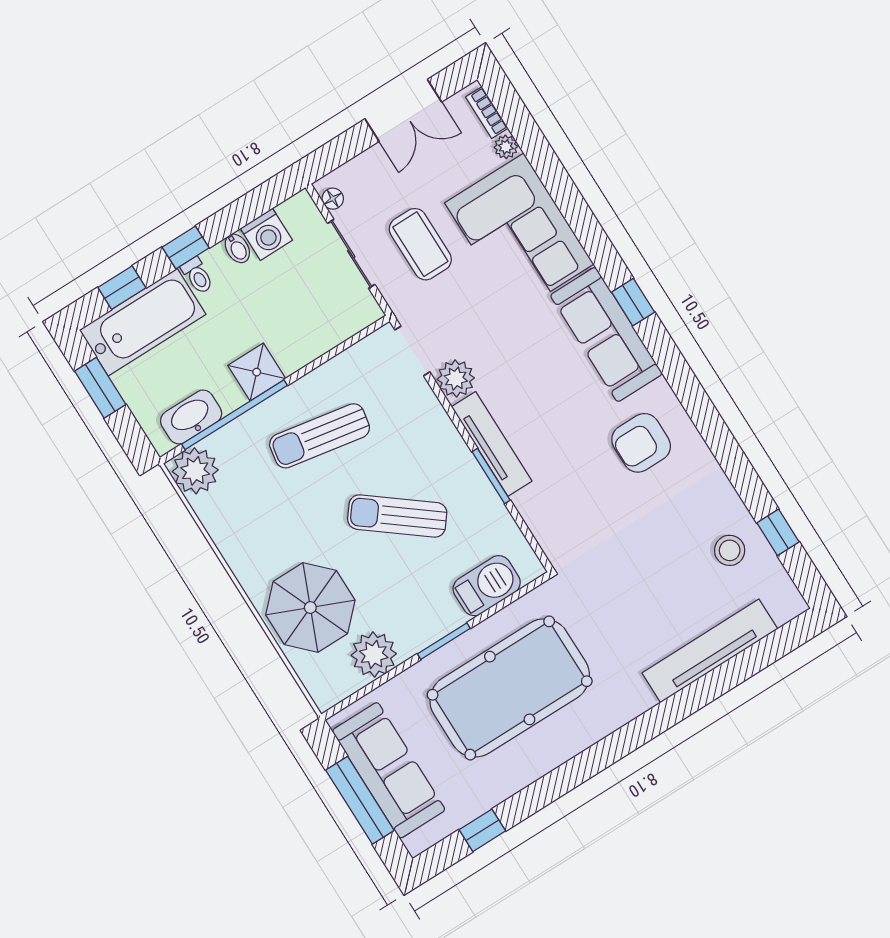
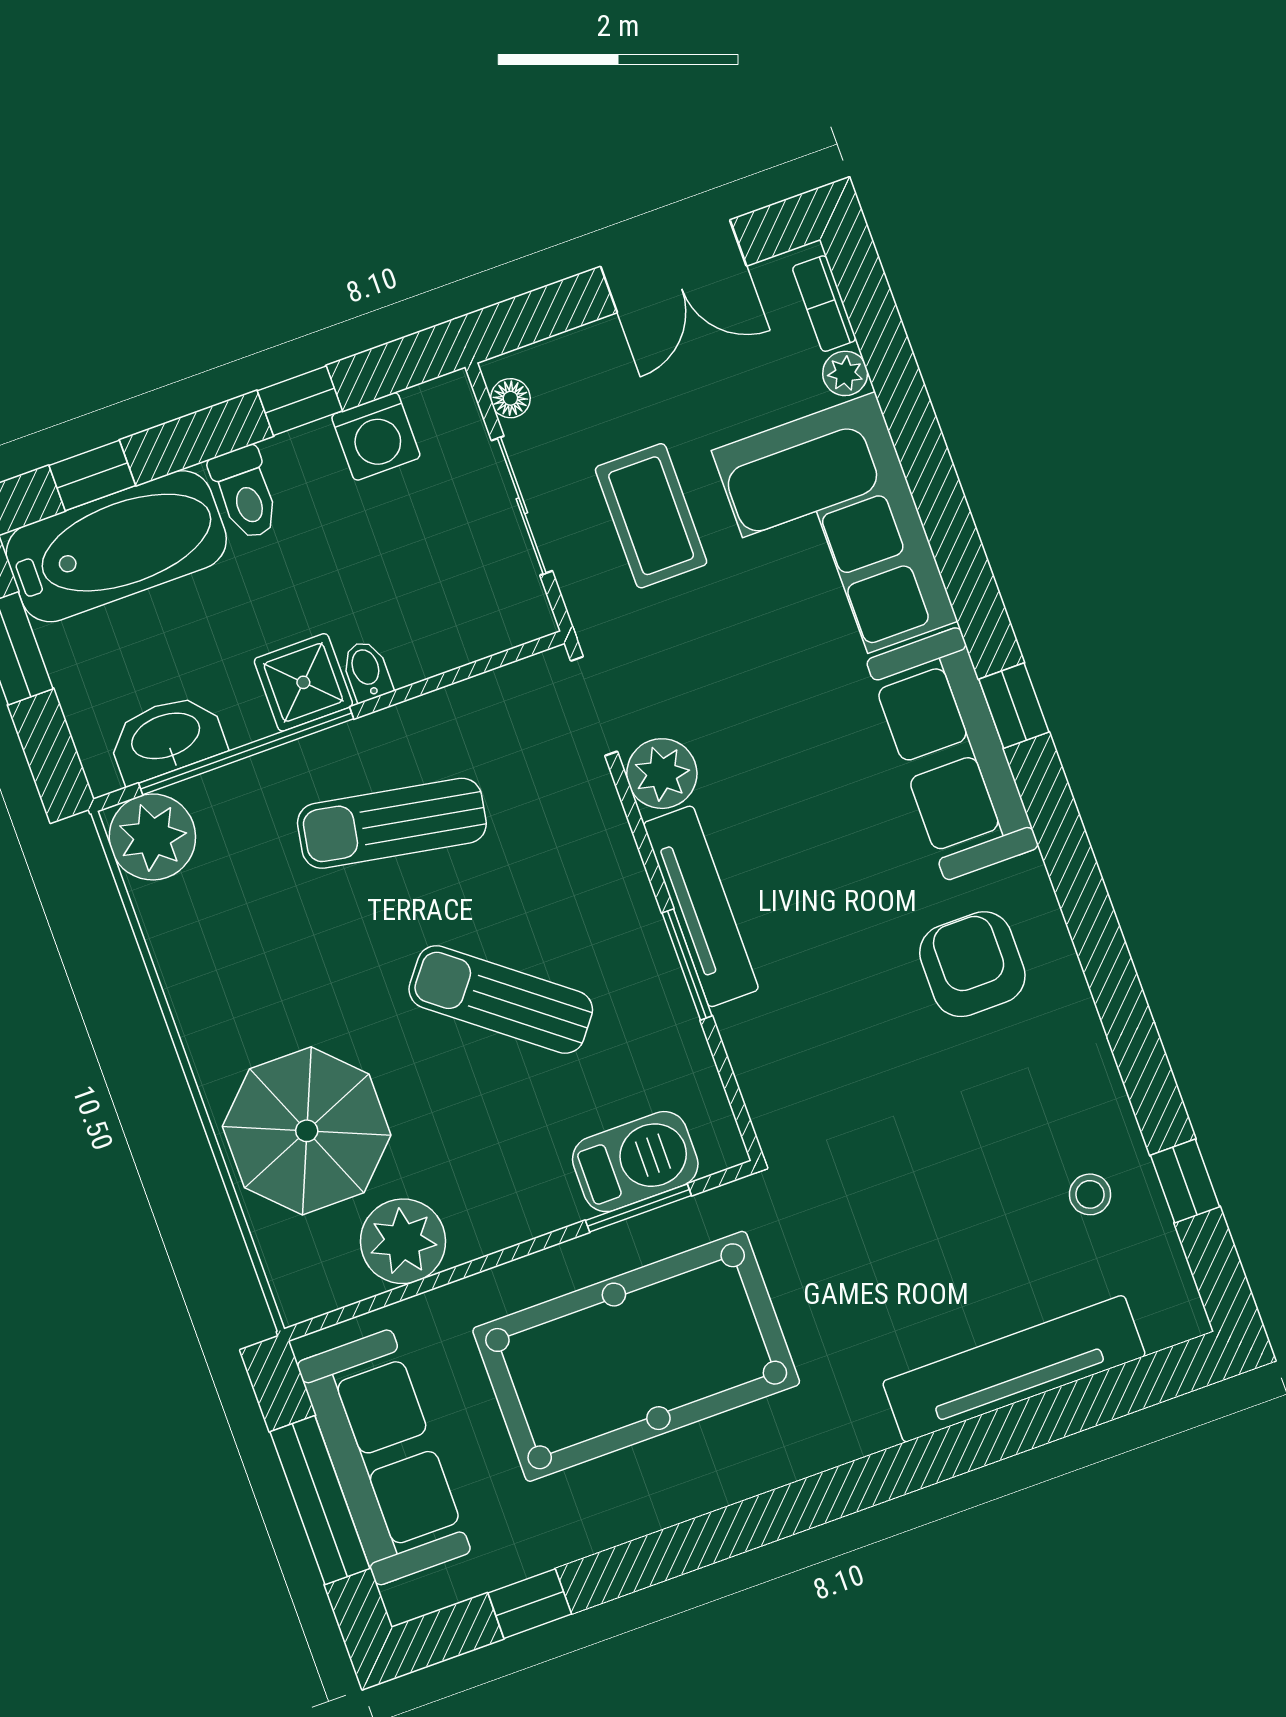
window: (186, 247) -> (300, 401), moved
bidet: (237, 248) -> (367, 671), moved, turned 180
toilet: (197, 276) -> (245, 493), width x1.37, depth x1.39
armchair: (641, 443) -> (972, 964), turned 90
stool: (730, 550) -> (1090, 1194), width x0.73, depth x0.73
window: (444, 641) -> (638, 1208), moved

